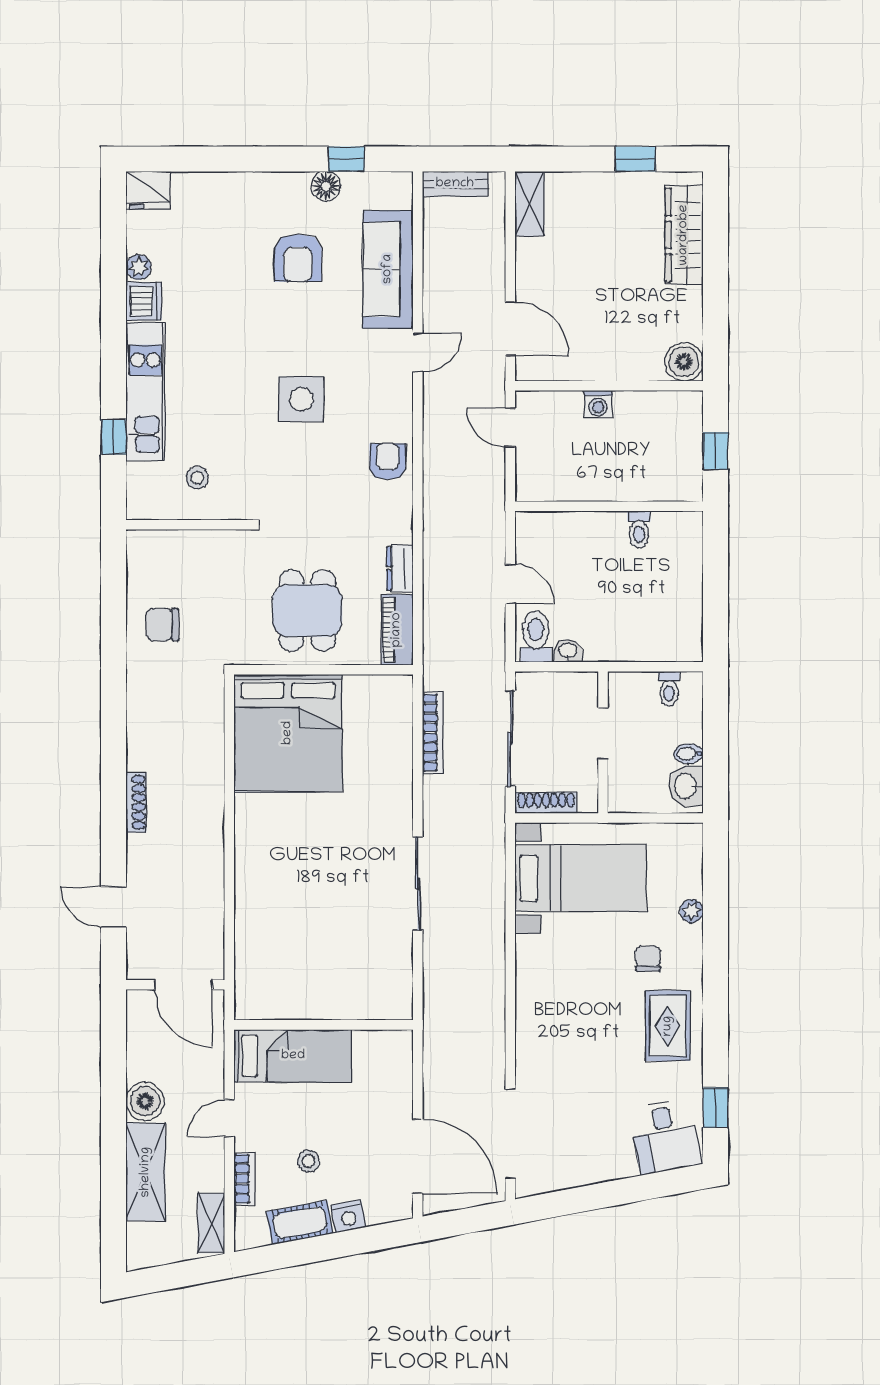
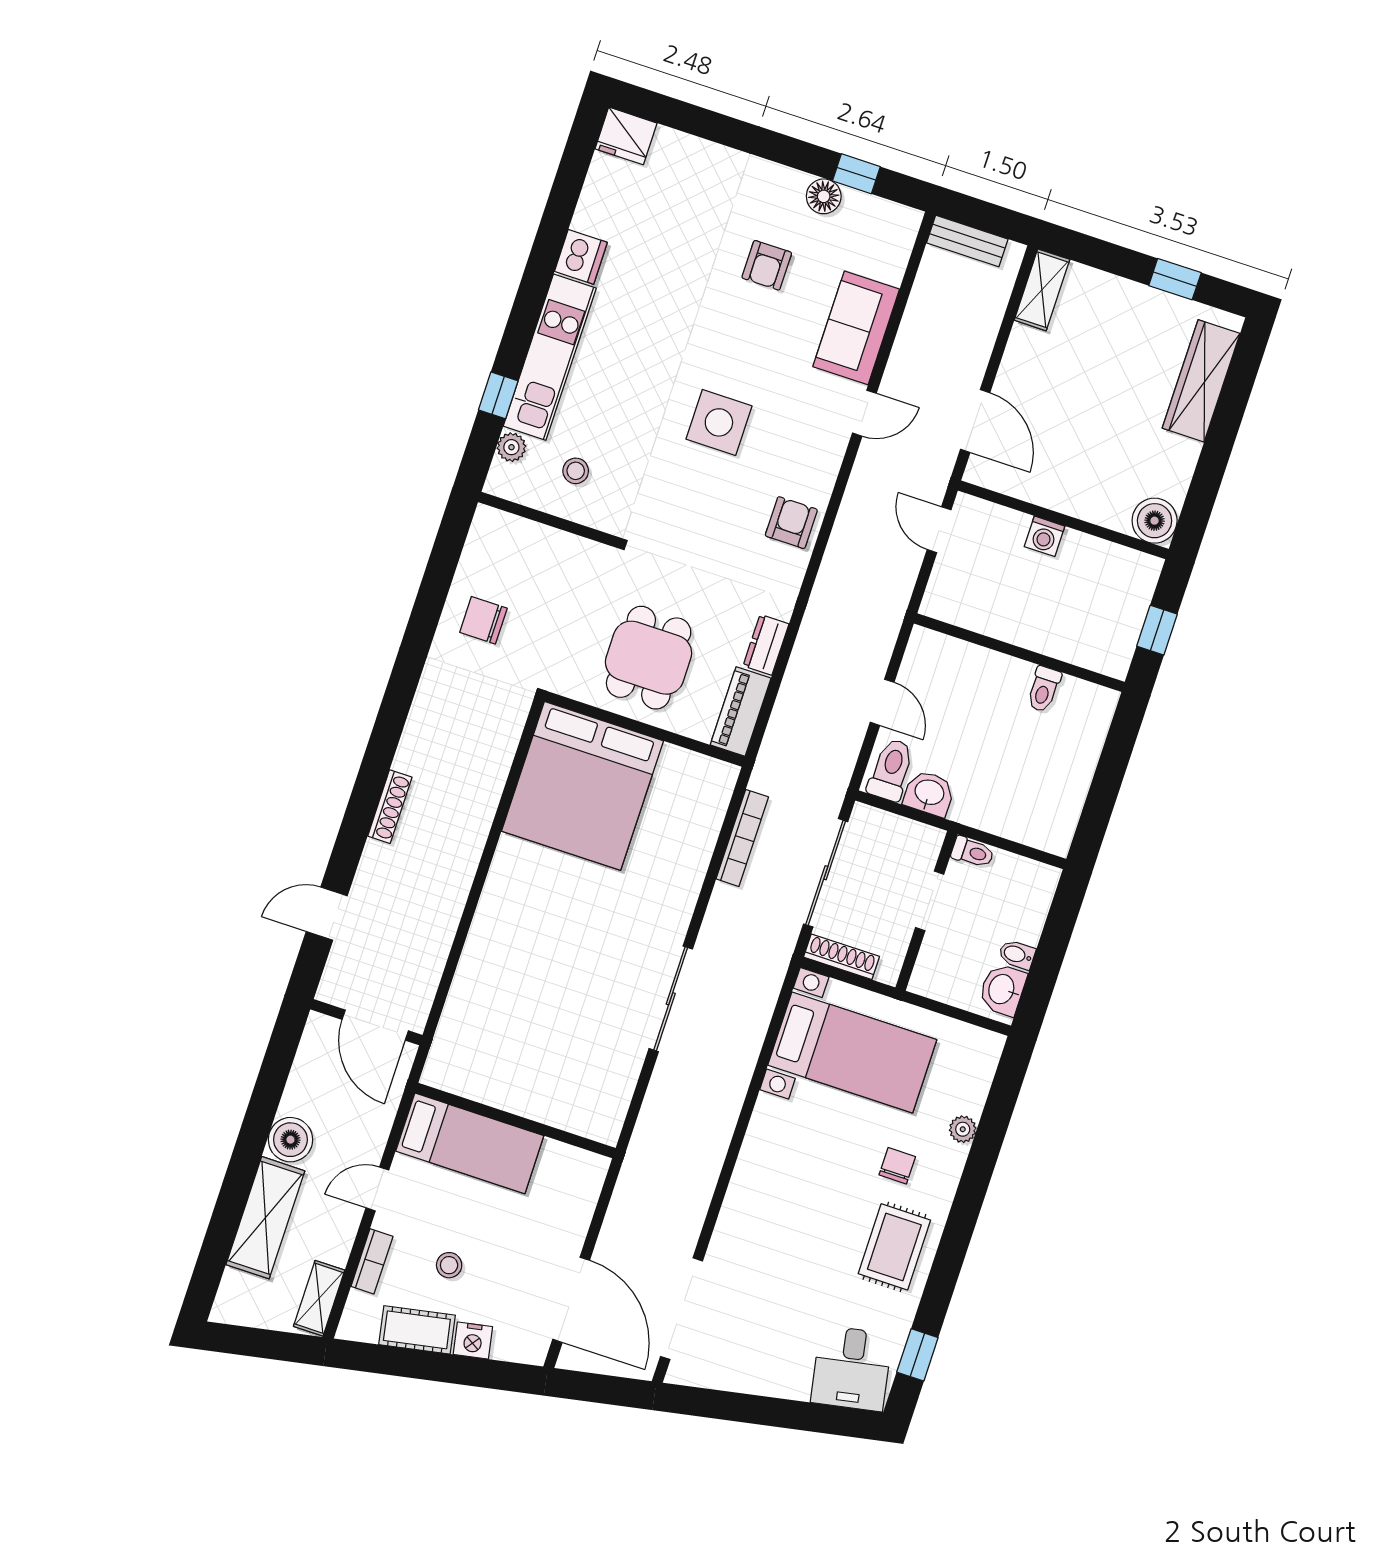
armchair: (298, 258) -> (767, 265), width x0.72, depth x0.72
plant: (138, 267) -> (511, 447), moved
sofa: (388, 269) -> (856, 328), width x0.73
washbasin: (568, 651) -> (929, 793), width x1.38, depth x1.45
toilet: (669, 689) -> (973, 852), moved, turned -90
door: (114, 907) -> (327, 914), hinge flipped

